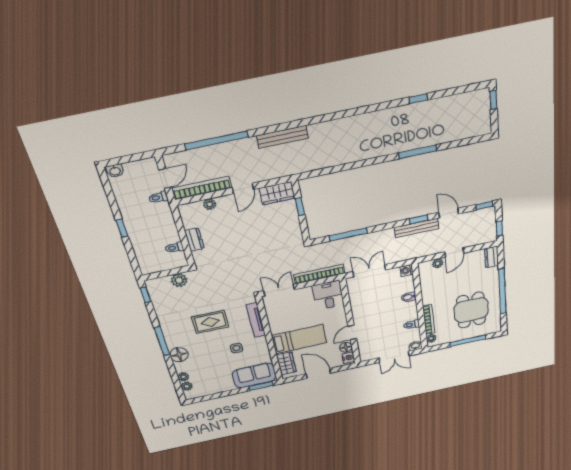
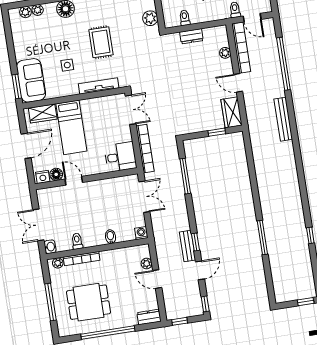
bench: (417, 228) -> (188, 246), width x0.73

